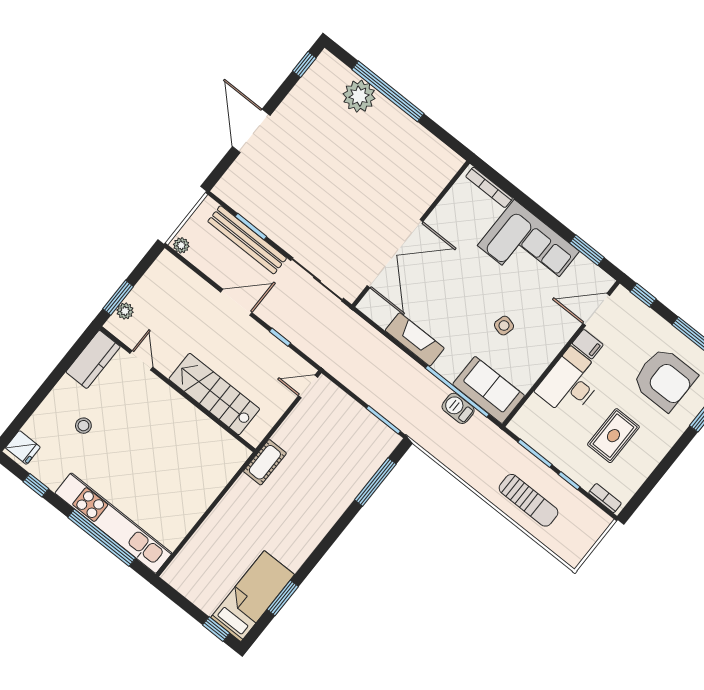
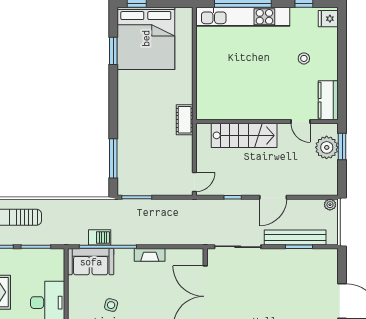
plant: (125, 311) -> (327, 147), width x1.87, depth x1.87
fireplace: (415, 339) -> (150, 255), width x0.73, depth x0.76
bed: (253, 596) -> (146, 38), width x2.04

